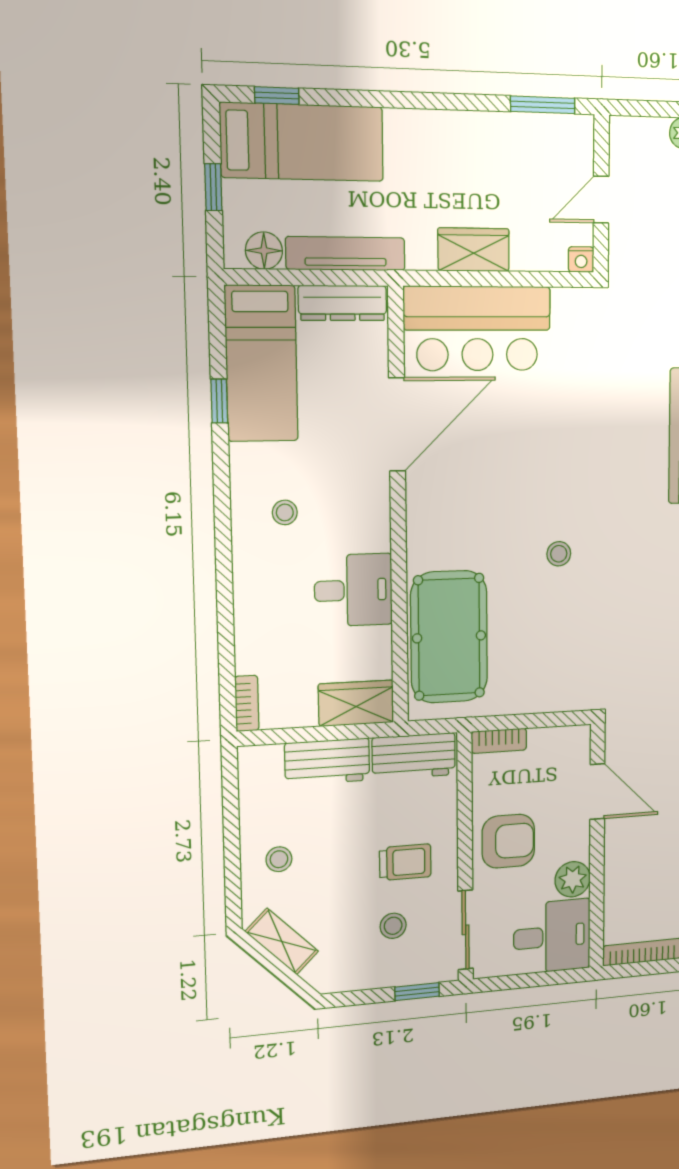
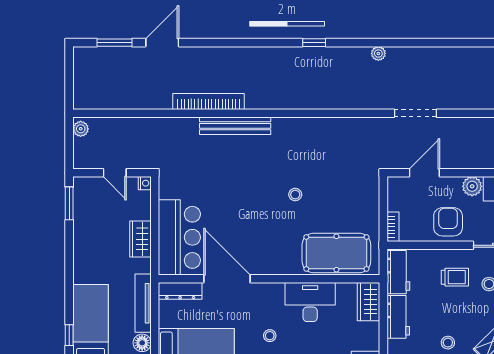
dresser: (342, 303) -> (180, 291), moved, turned 90
desk: (353, 590) -> (310, 302), width x1.37
trolley: (405, 862) -> (455, 277), turned 90

